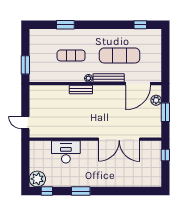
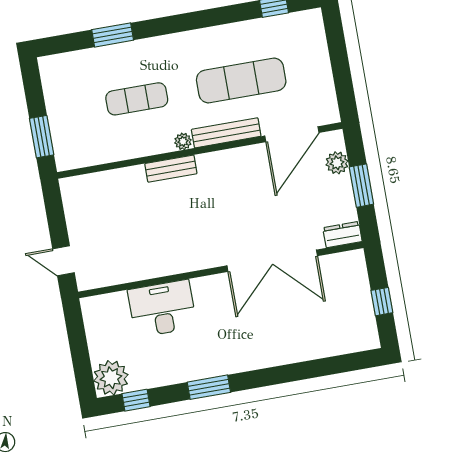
dresser: (153, 133) -> (343, 235), added
window: (165, 155) -> (382, 302), moved

